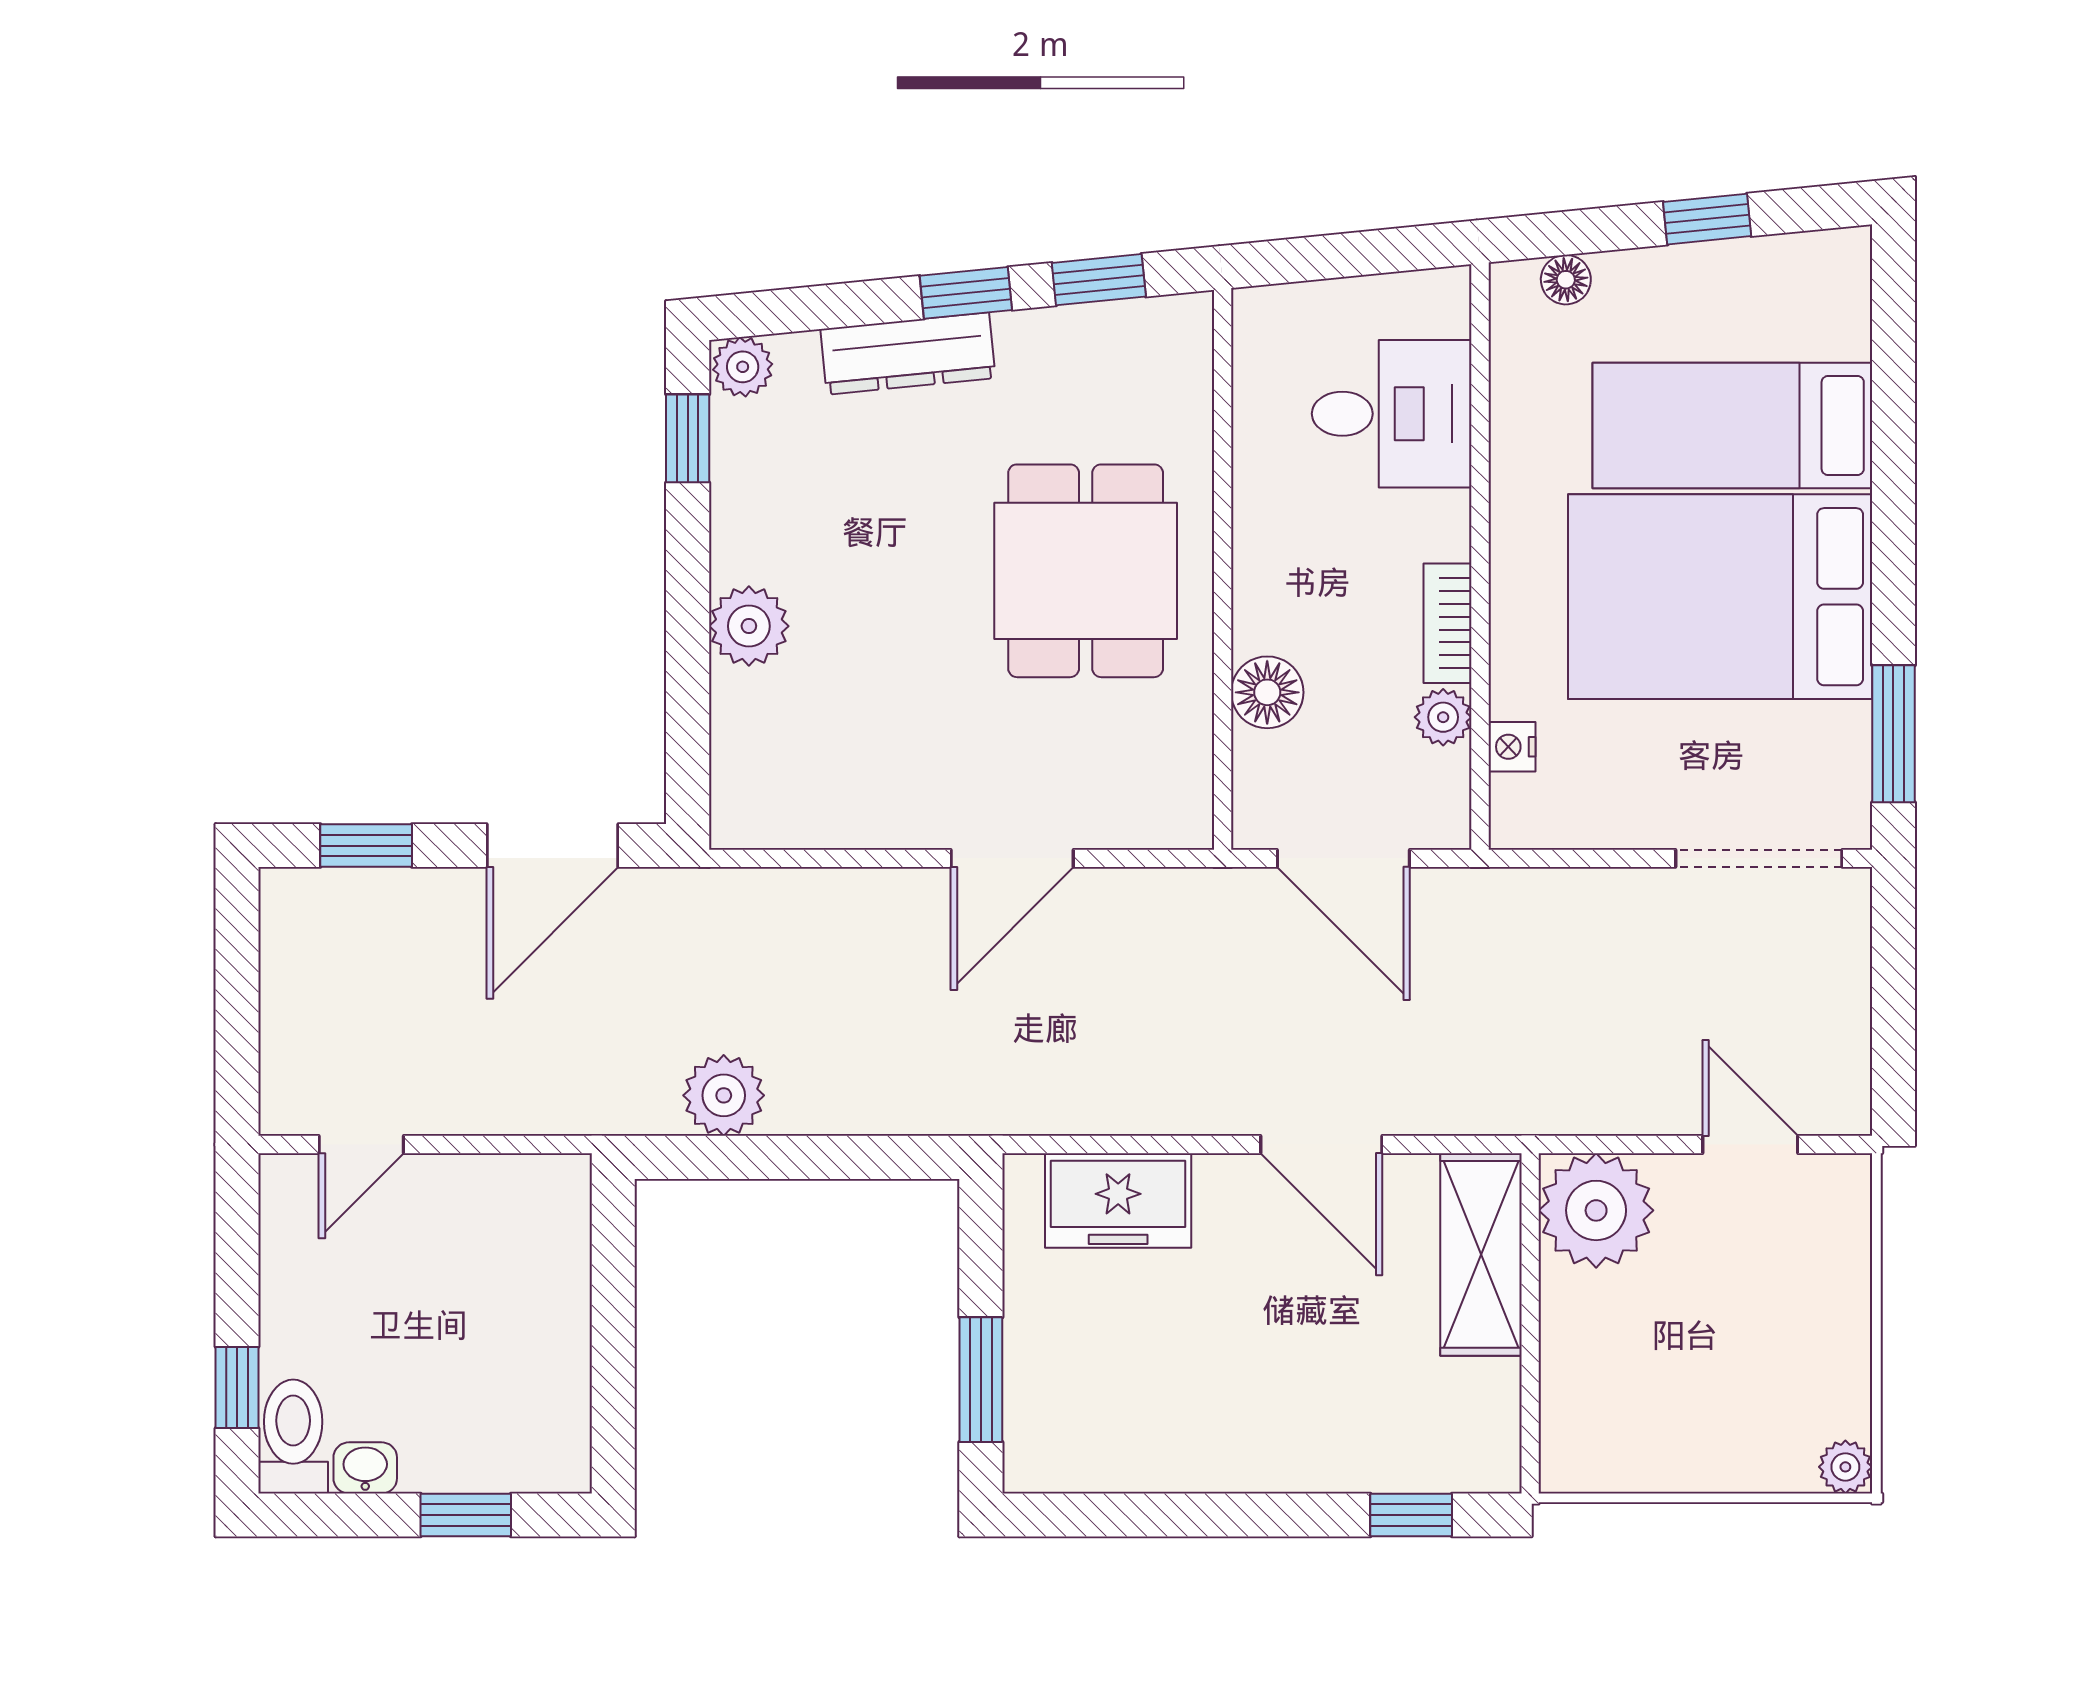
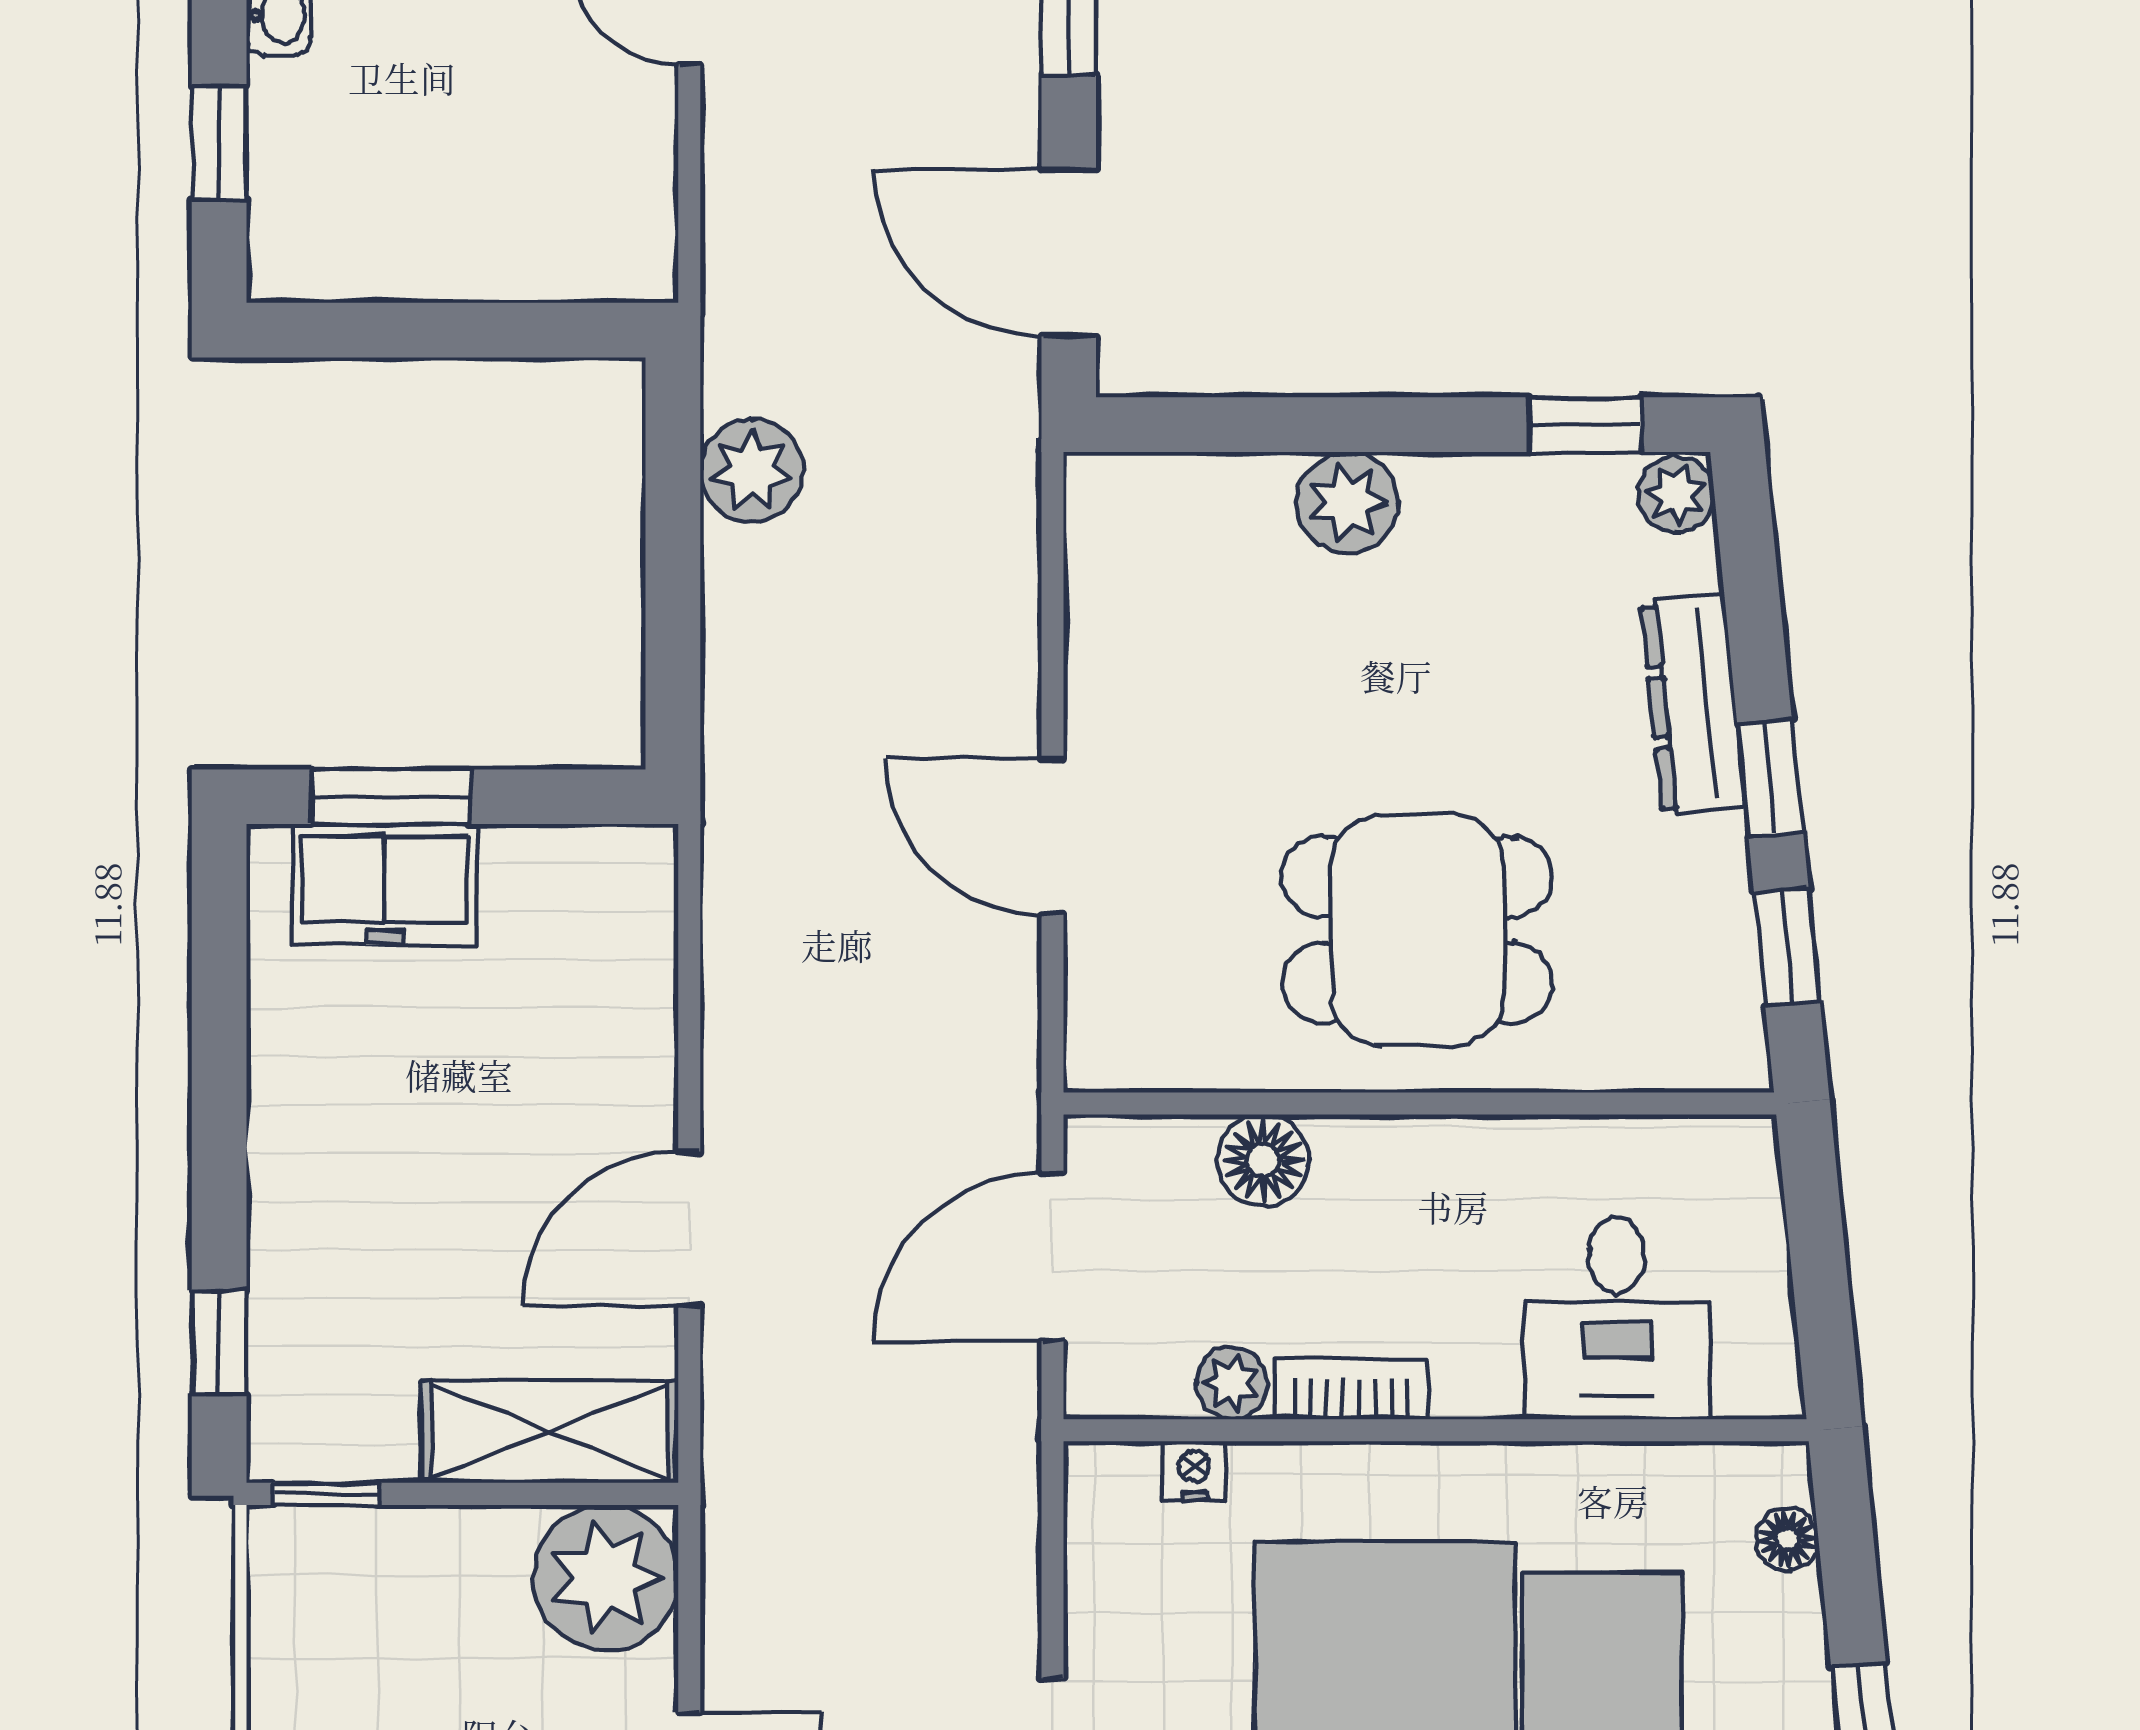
freezer: (1118, 1201) -> (385, 884), moved, turned -90
window: (1530, 1431) -> (326, 1494), added

